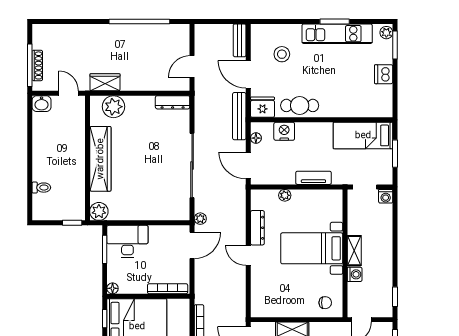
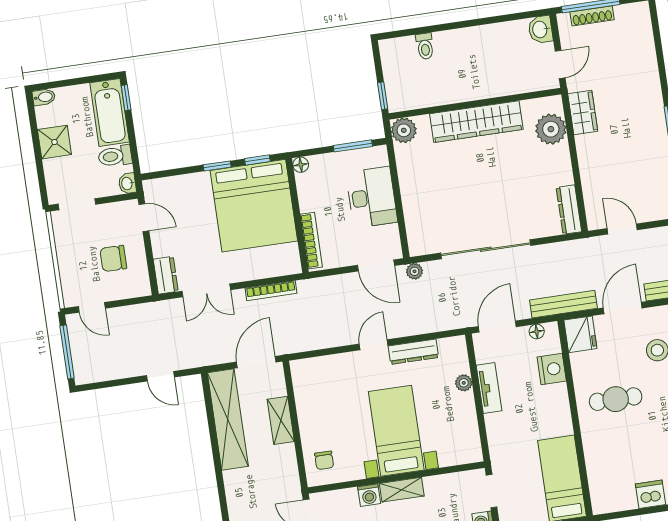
cafe table: (300, 105) -> (616, 399), moved, turned 90
tv unit: (313, 178) -> (489, 388), moved
desk: (127, 241) -> (372, 197), moved

